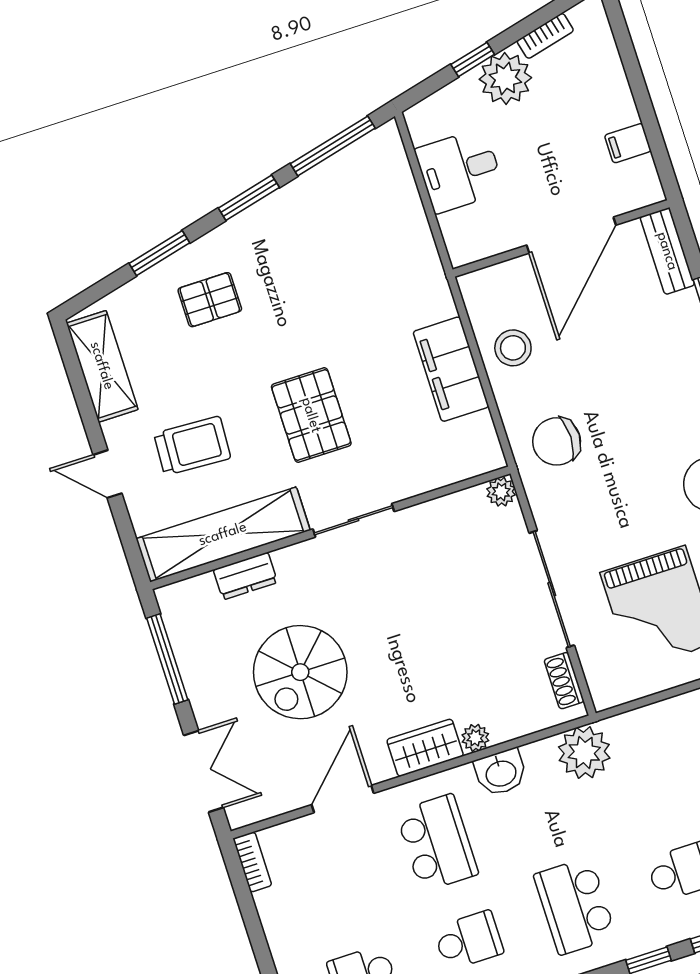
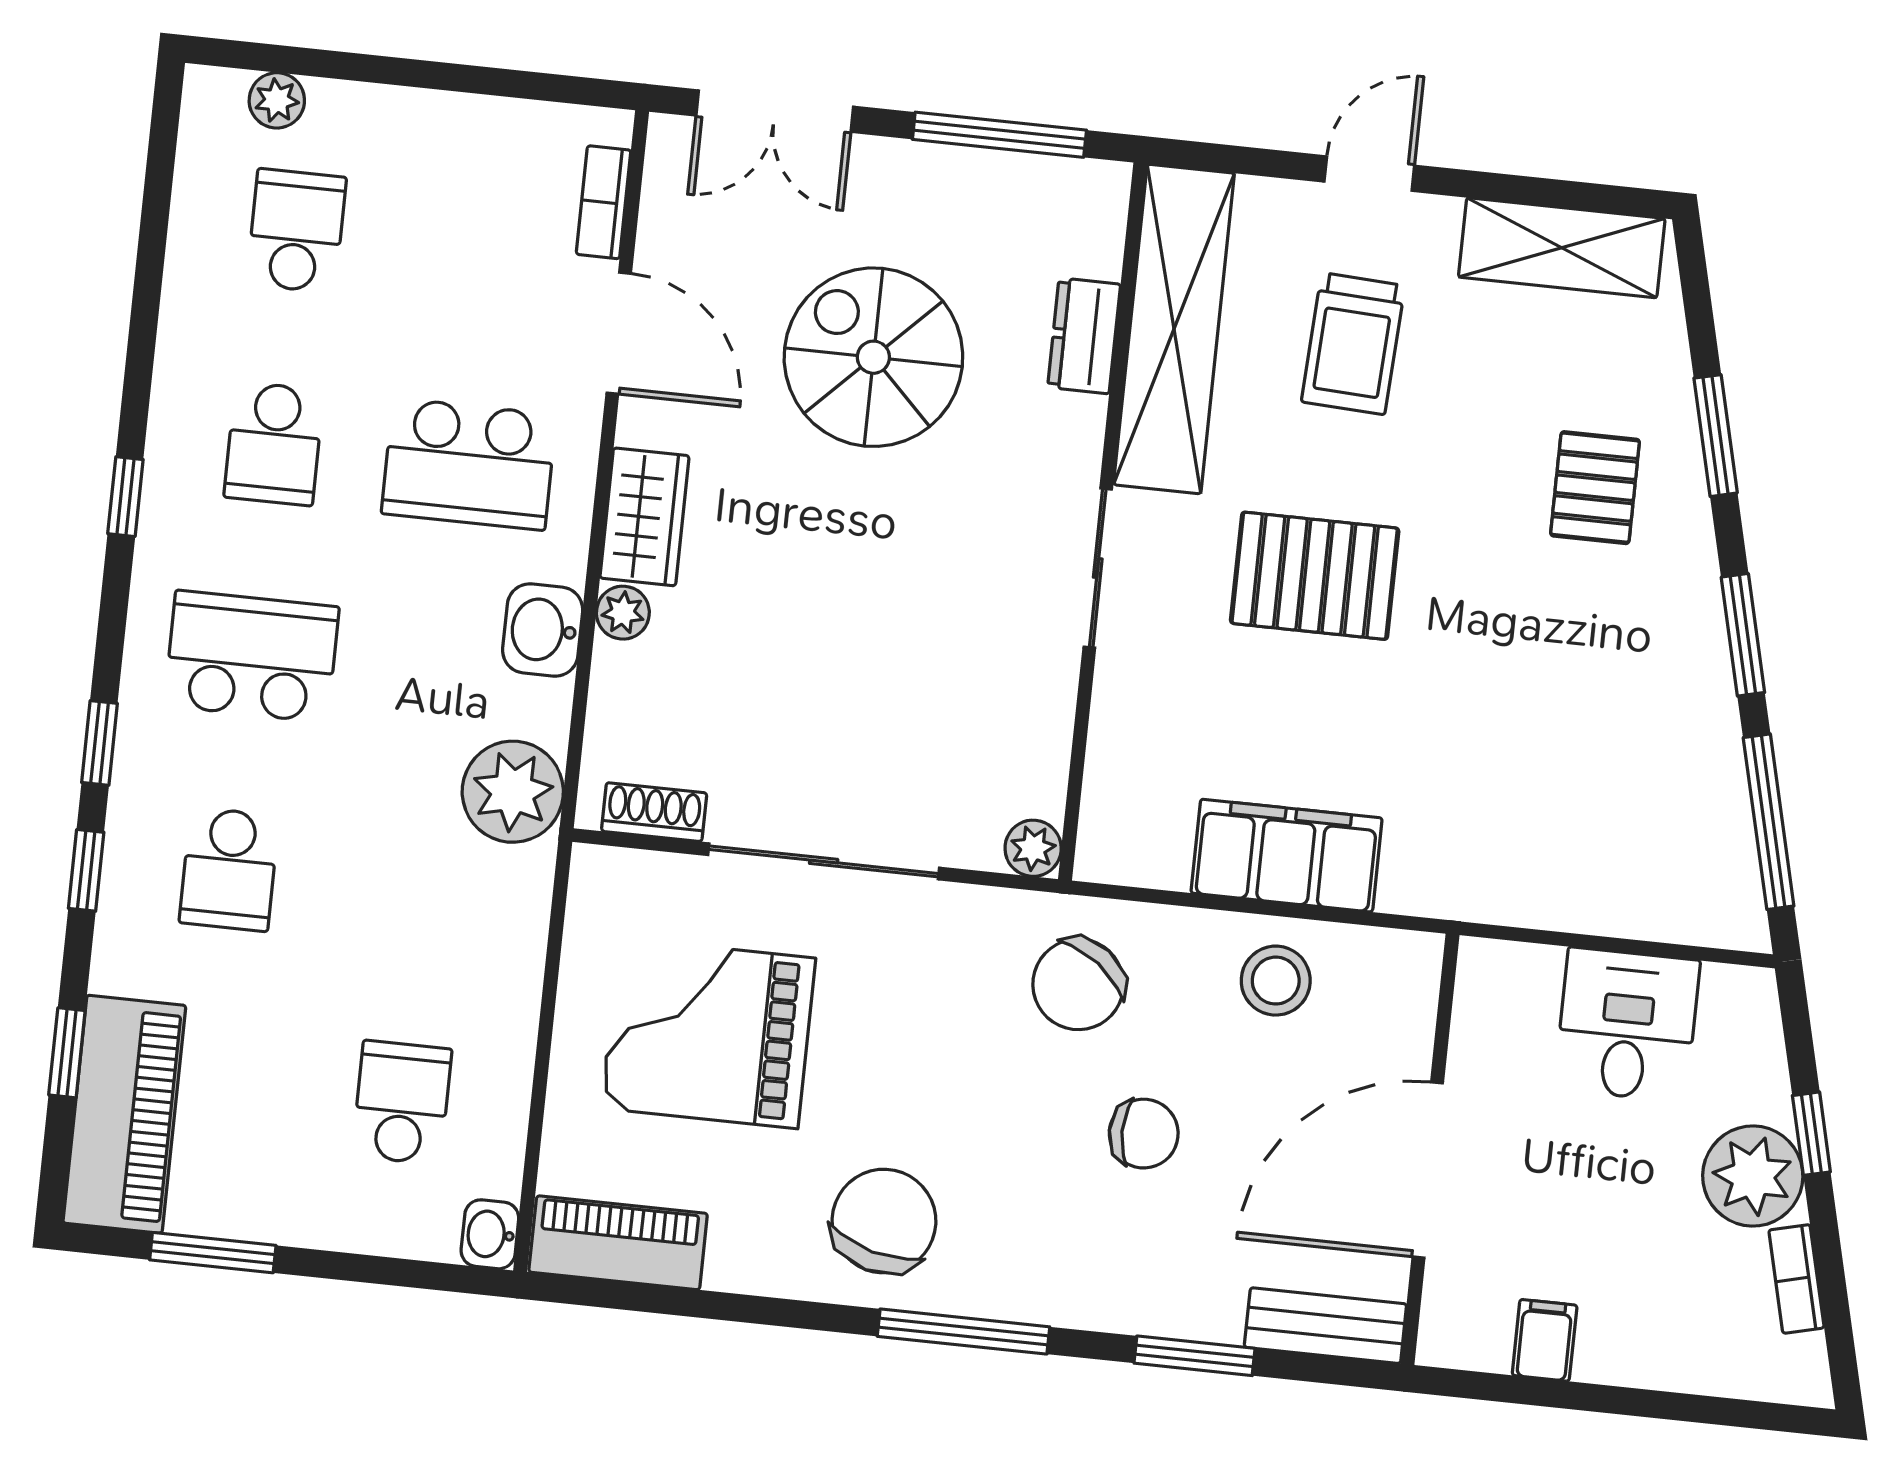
door: (571, 235) -> (1428, 1170), hinge flipped
chair: (614, 379) -> (1144, 1134), added
chair: (557, 441) -> (1078, 984), turned -143
bookcase: (252, 862) -> (604, 202), moved, turned 90

